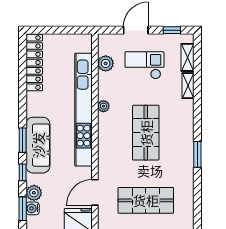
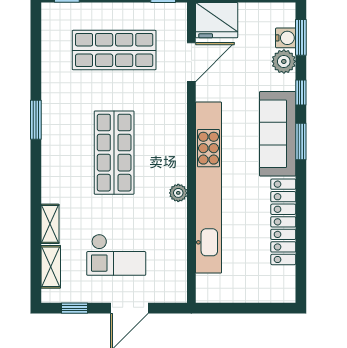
locker: (34, 63) -> (283, 222), moved
plant: (106, 63) -> (175, 258), removed

